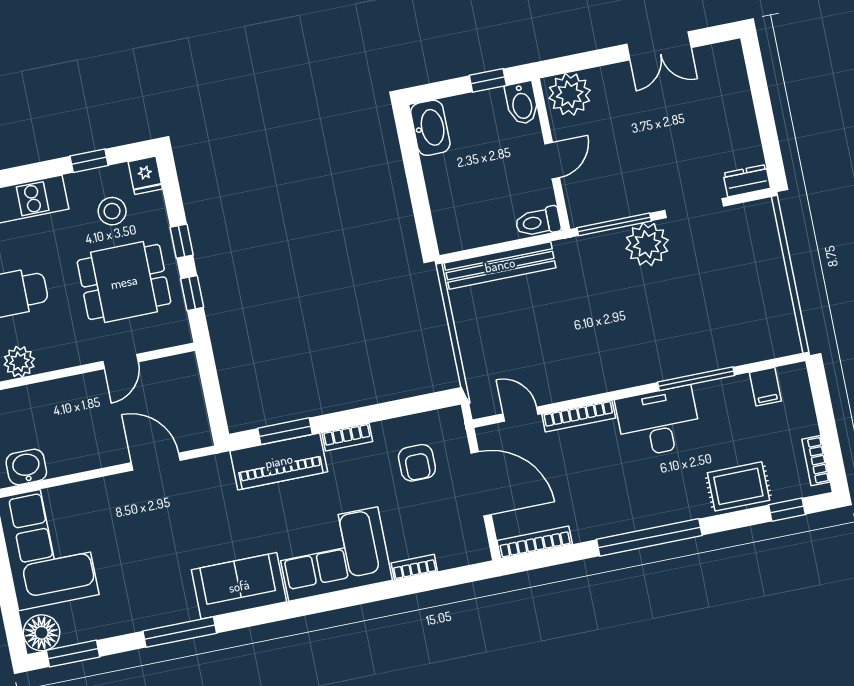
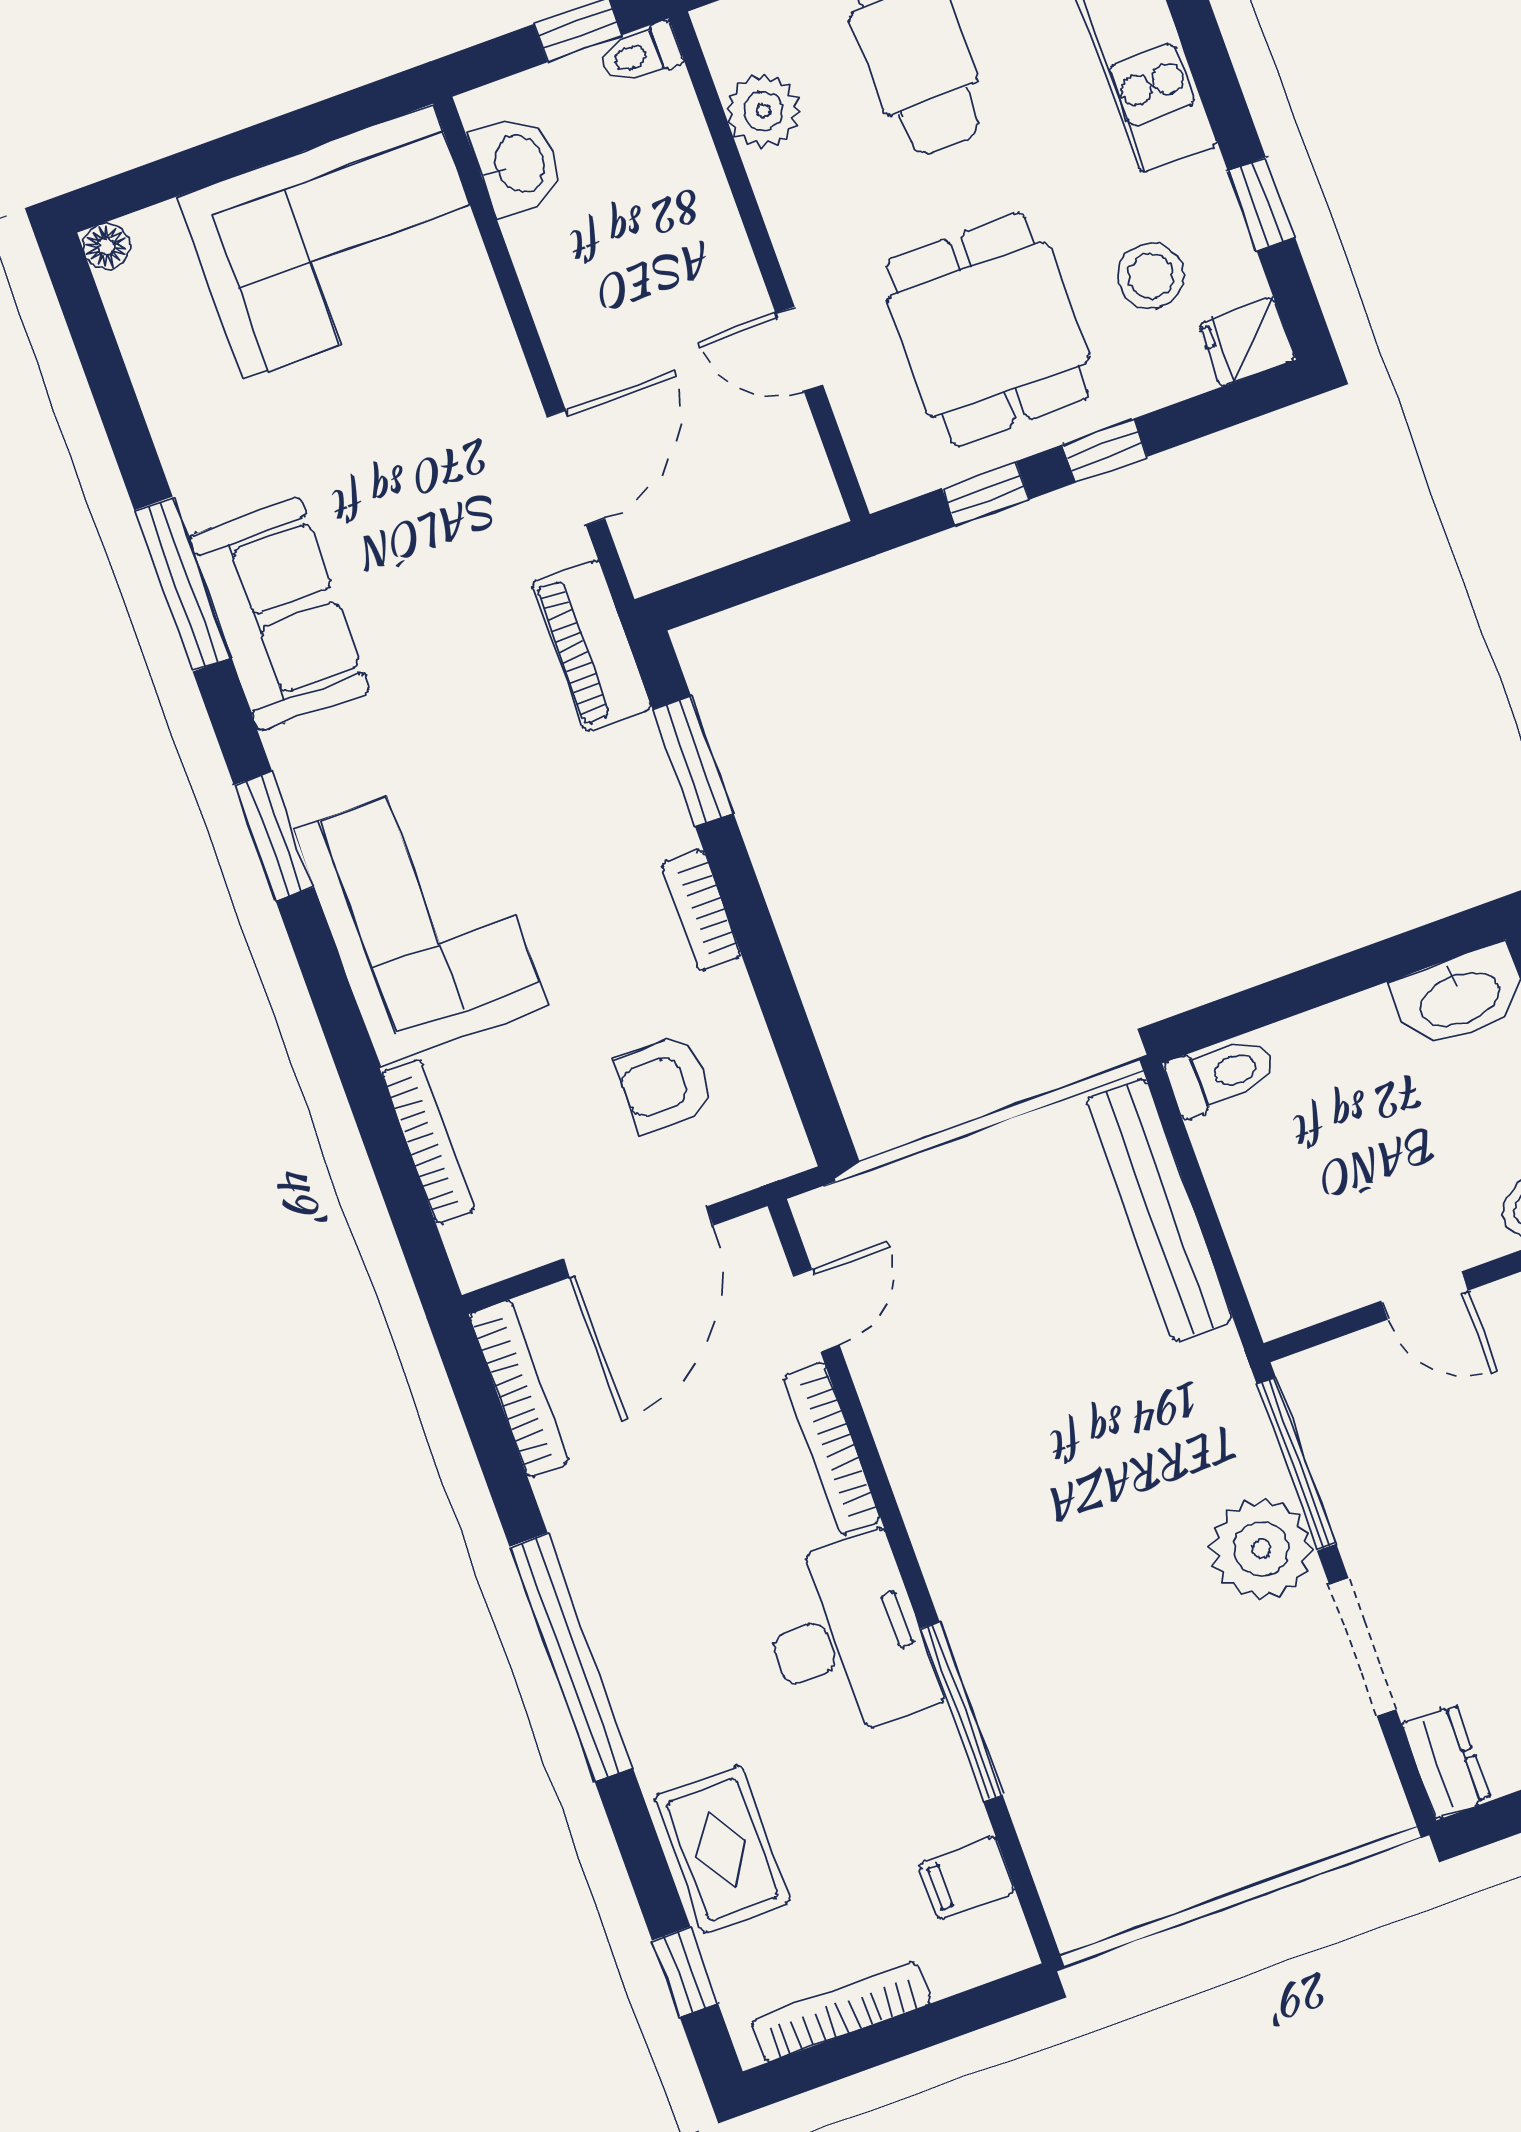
toilet: (538, 222) -> (1221, 1075), moved, turned 90
piano: (279, 461) -> (592, 646), moved, width x0.73, depth x0.75
bookcase: (816, 461) -> (841, 2012), width x1.56
bookcase: (414, 567) -> (428, 1141), width x1.56
sofa: (239, 586) -> (279, 614), moved
floor lamp: (42, 633) -> (106, 246), width x0.53, depth x0.53
window: (73, 654) -> (274, 836), moved

